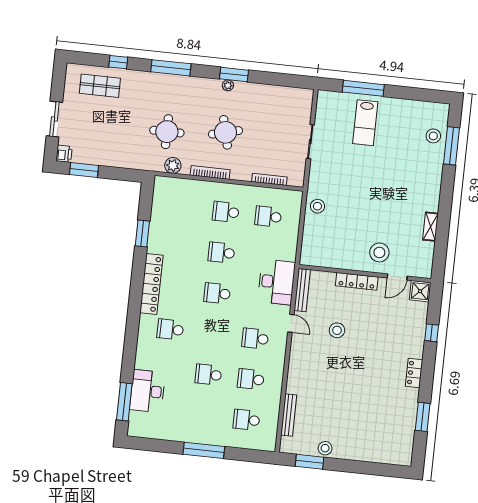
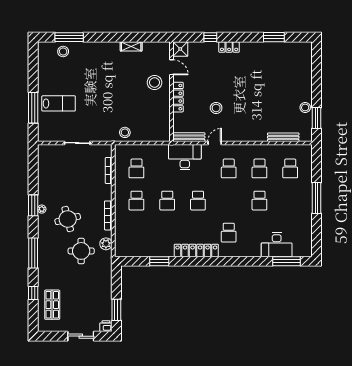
round table: (225, 132) -> (68, 219), moved
locker: (414, 373) -> (229, 47), moved

